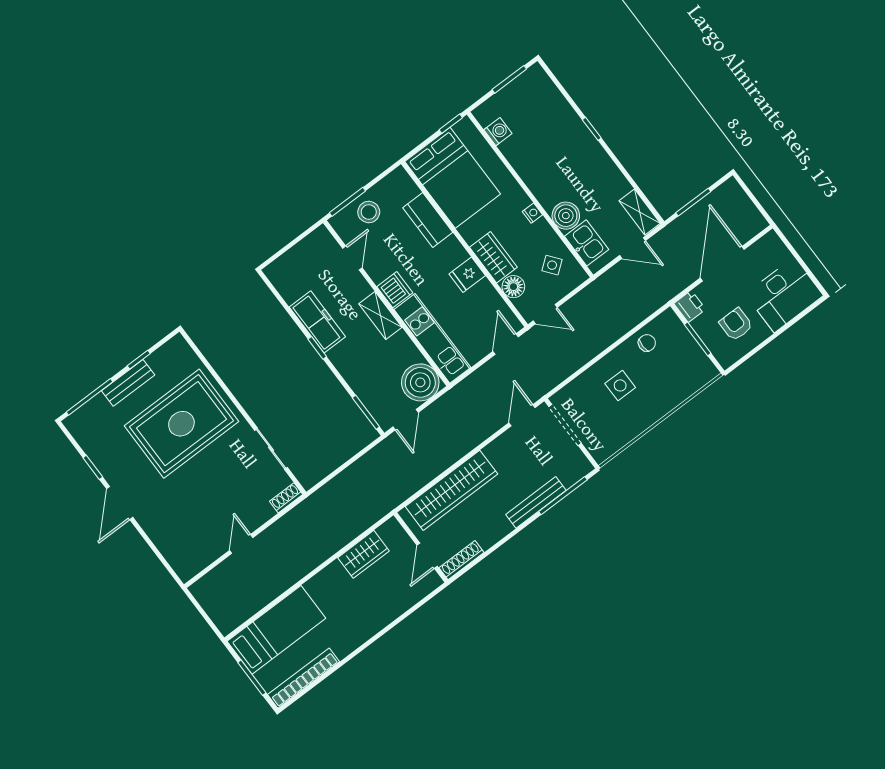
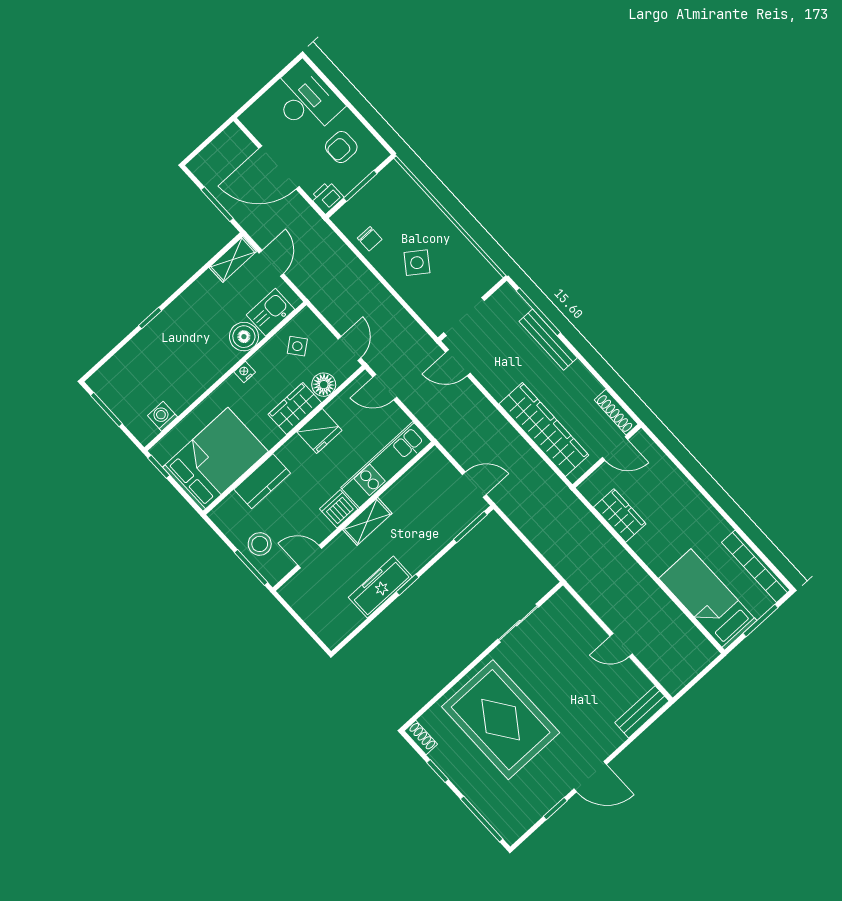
fridge: (467, 275) -> (319, 431), width x1.38
chair: (647, 343) -> (370, 239), turned 180
boiler: (420, 382) -> (434, 473), removed
bench: (128, 383) -> (642, 712), moved, turned 90
side table: (620, 385) -> (417, 263), turned 36
shoe rack: (286, 498) -> (421, 738), moved, turned 180

